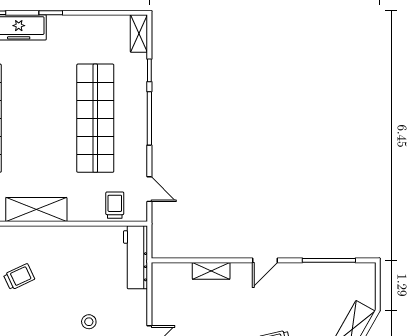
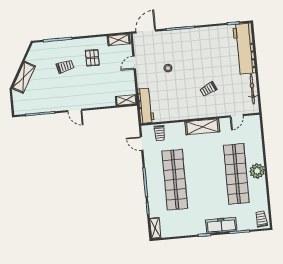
door: (265, 260) -> (75, 111), swing flipped
shelving: (211, 271) -> (126, 100), moved

